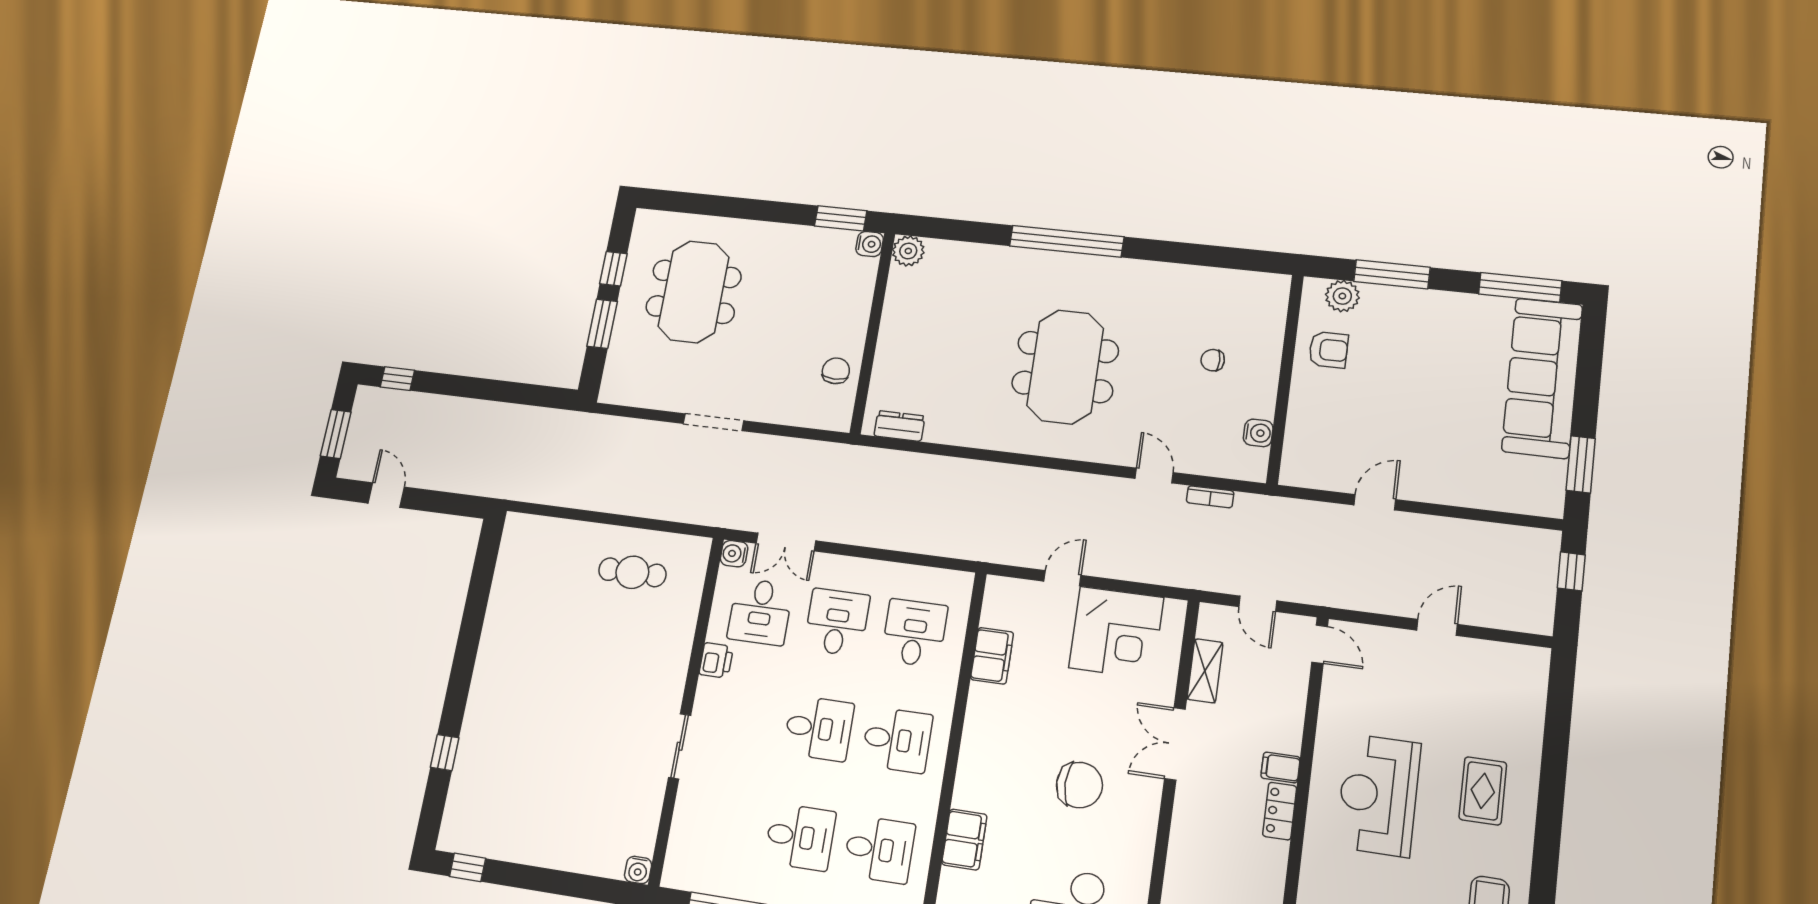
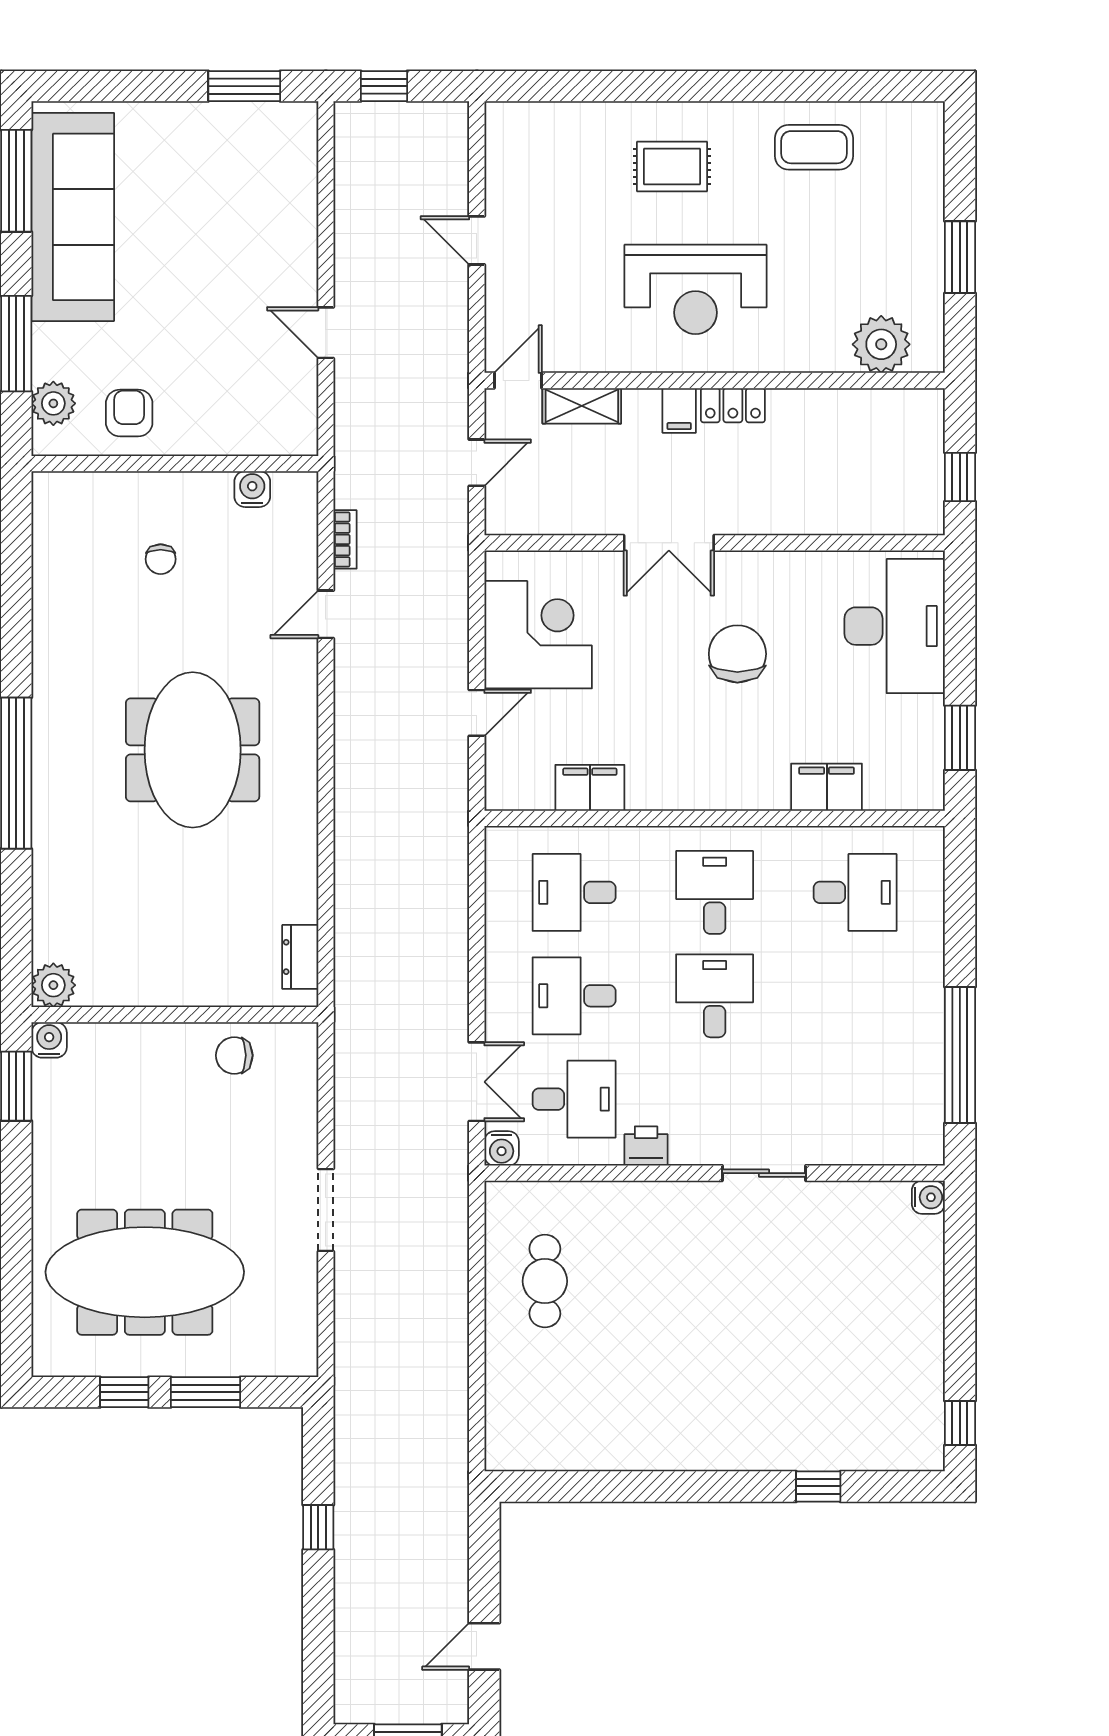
meeting table: (694, 292) -> (145, 1272), width x1.36
meeting table: (1065, 367) -> (193, 750), turned 90
sofa: (1542, 378) -> (73, 217), moved, turned -90
window: (397, 379) -> (318, 1527), moved
door: (1062, 578) -> (477, 713), swing flipped
shelving: (1205, 671) -> (582, 406), moved
desk: (800, 837) -> (855, 996), removed
desk: (879, 849) -> (855, 892), turned 90

